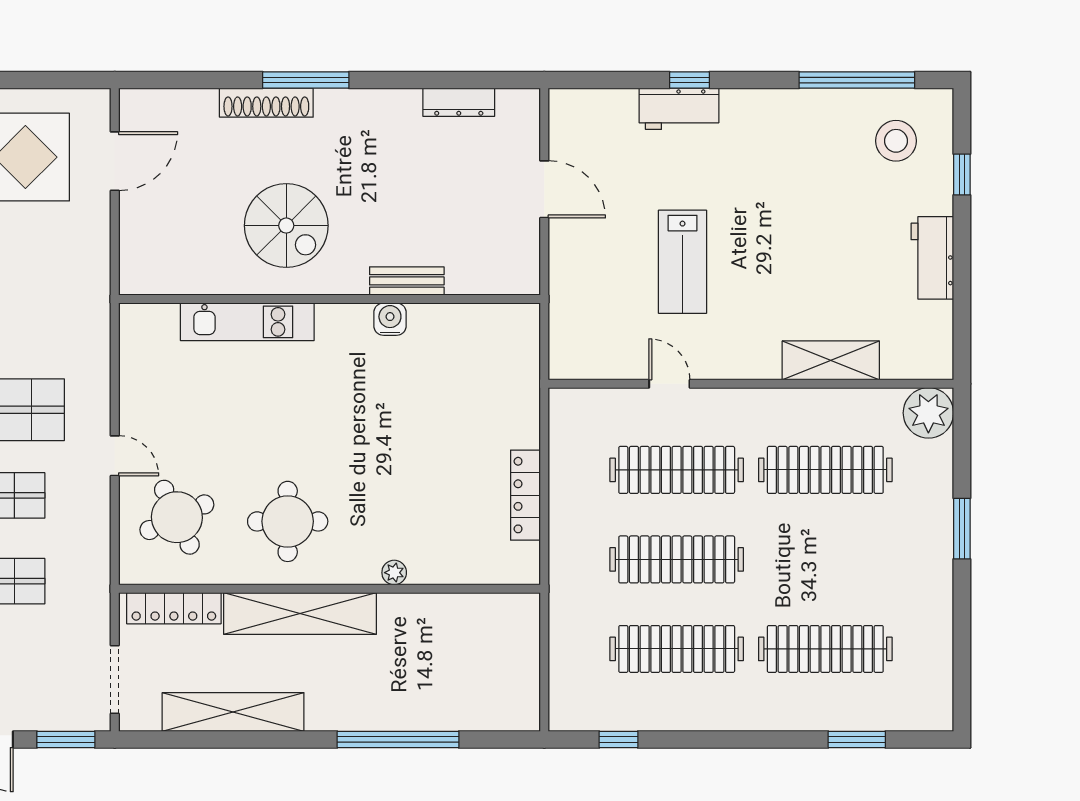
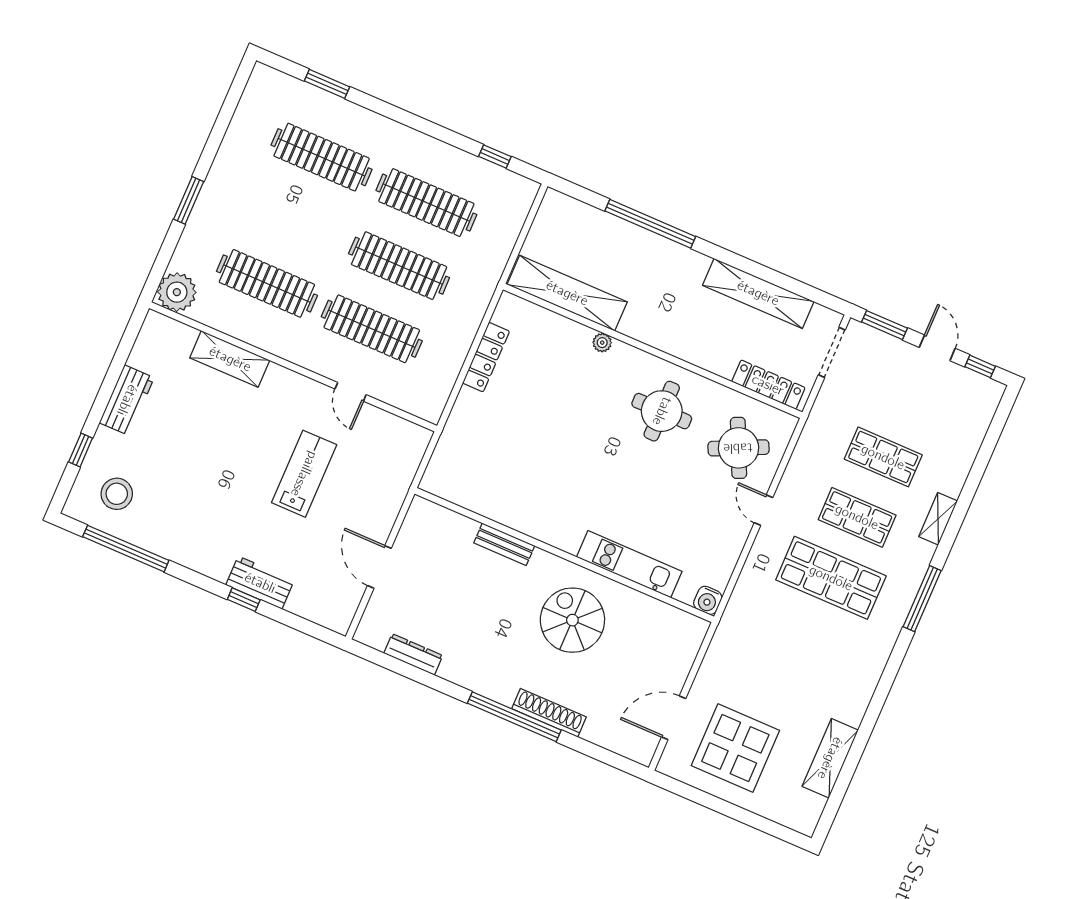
window: (306, 80) -> (514, 717), width x1.46
water cooler: (390, 319) -> (708, 600), moved
shelving: (300, 613) -> (567, 293), moved

